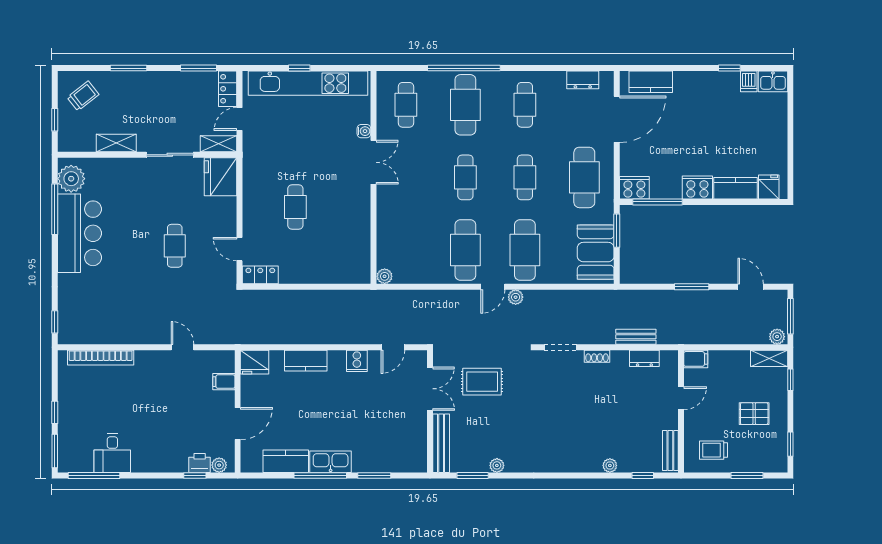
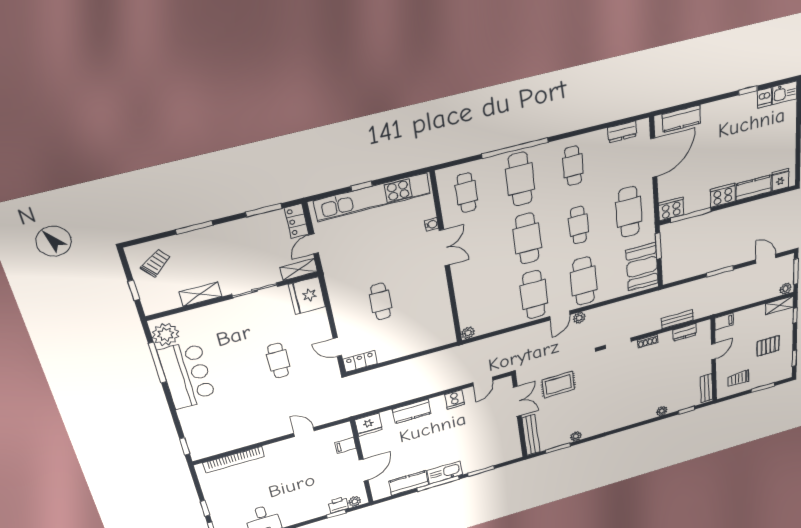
cafe table: (465, 177) -> (527, 239), width x1.37, depth x1.35

